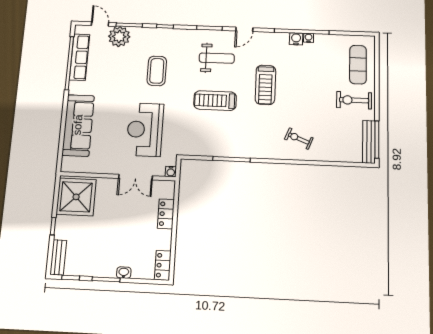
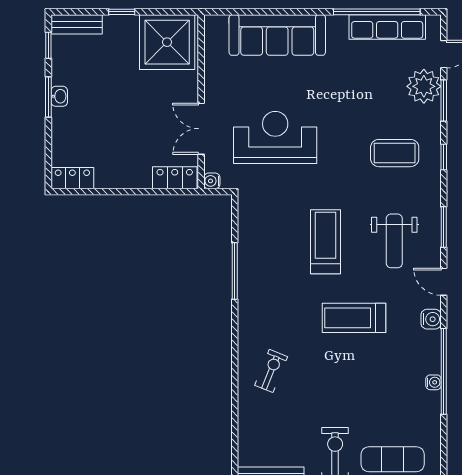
water cooler: (296, 39) -> (431, 319), moved
coffee table: (157, 71) -> (395, 153), moved
locker: (166, 214) -> (175, 178), moved
washbasin: (124, 273) -> (59, 96), moved

